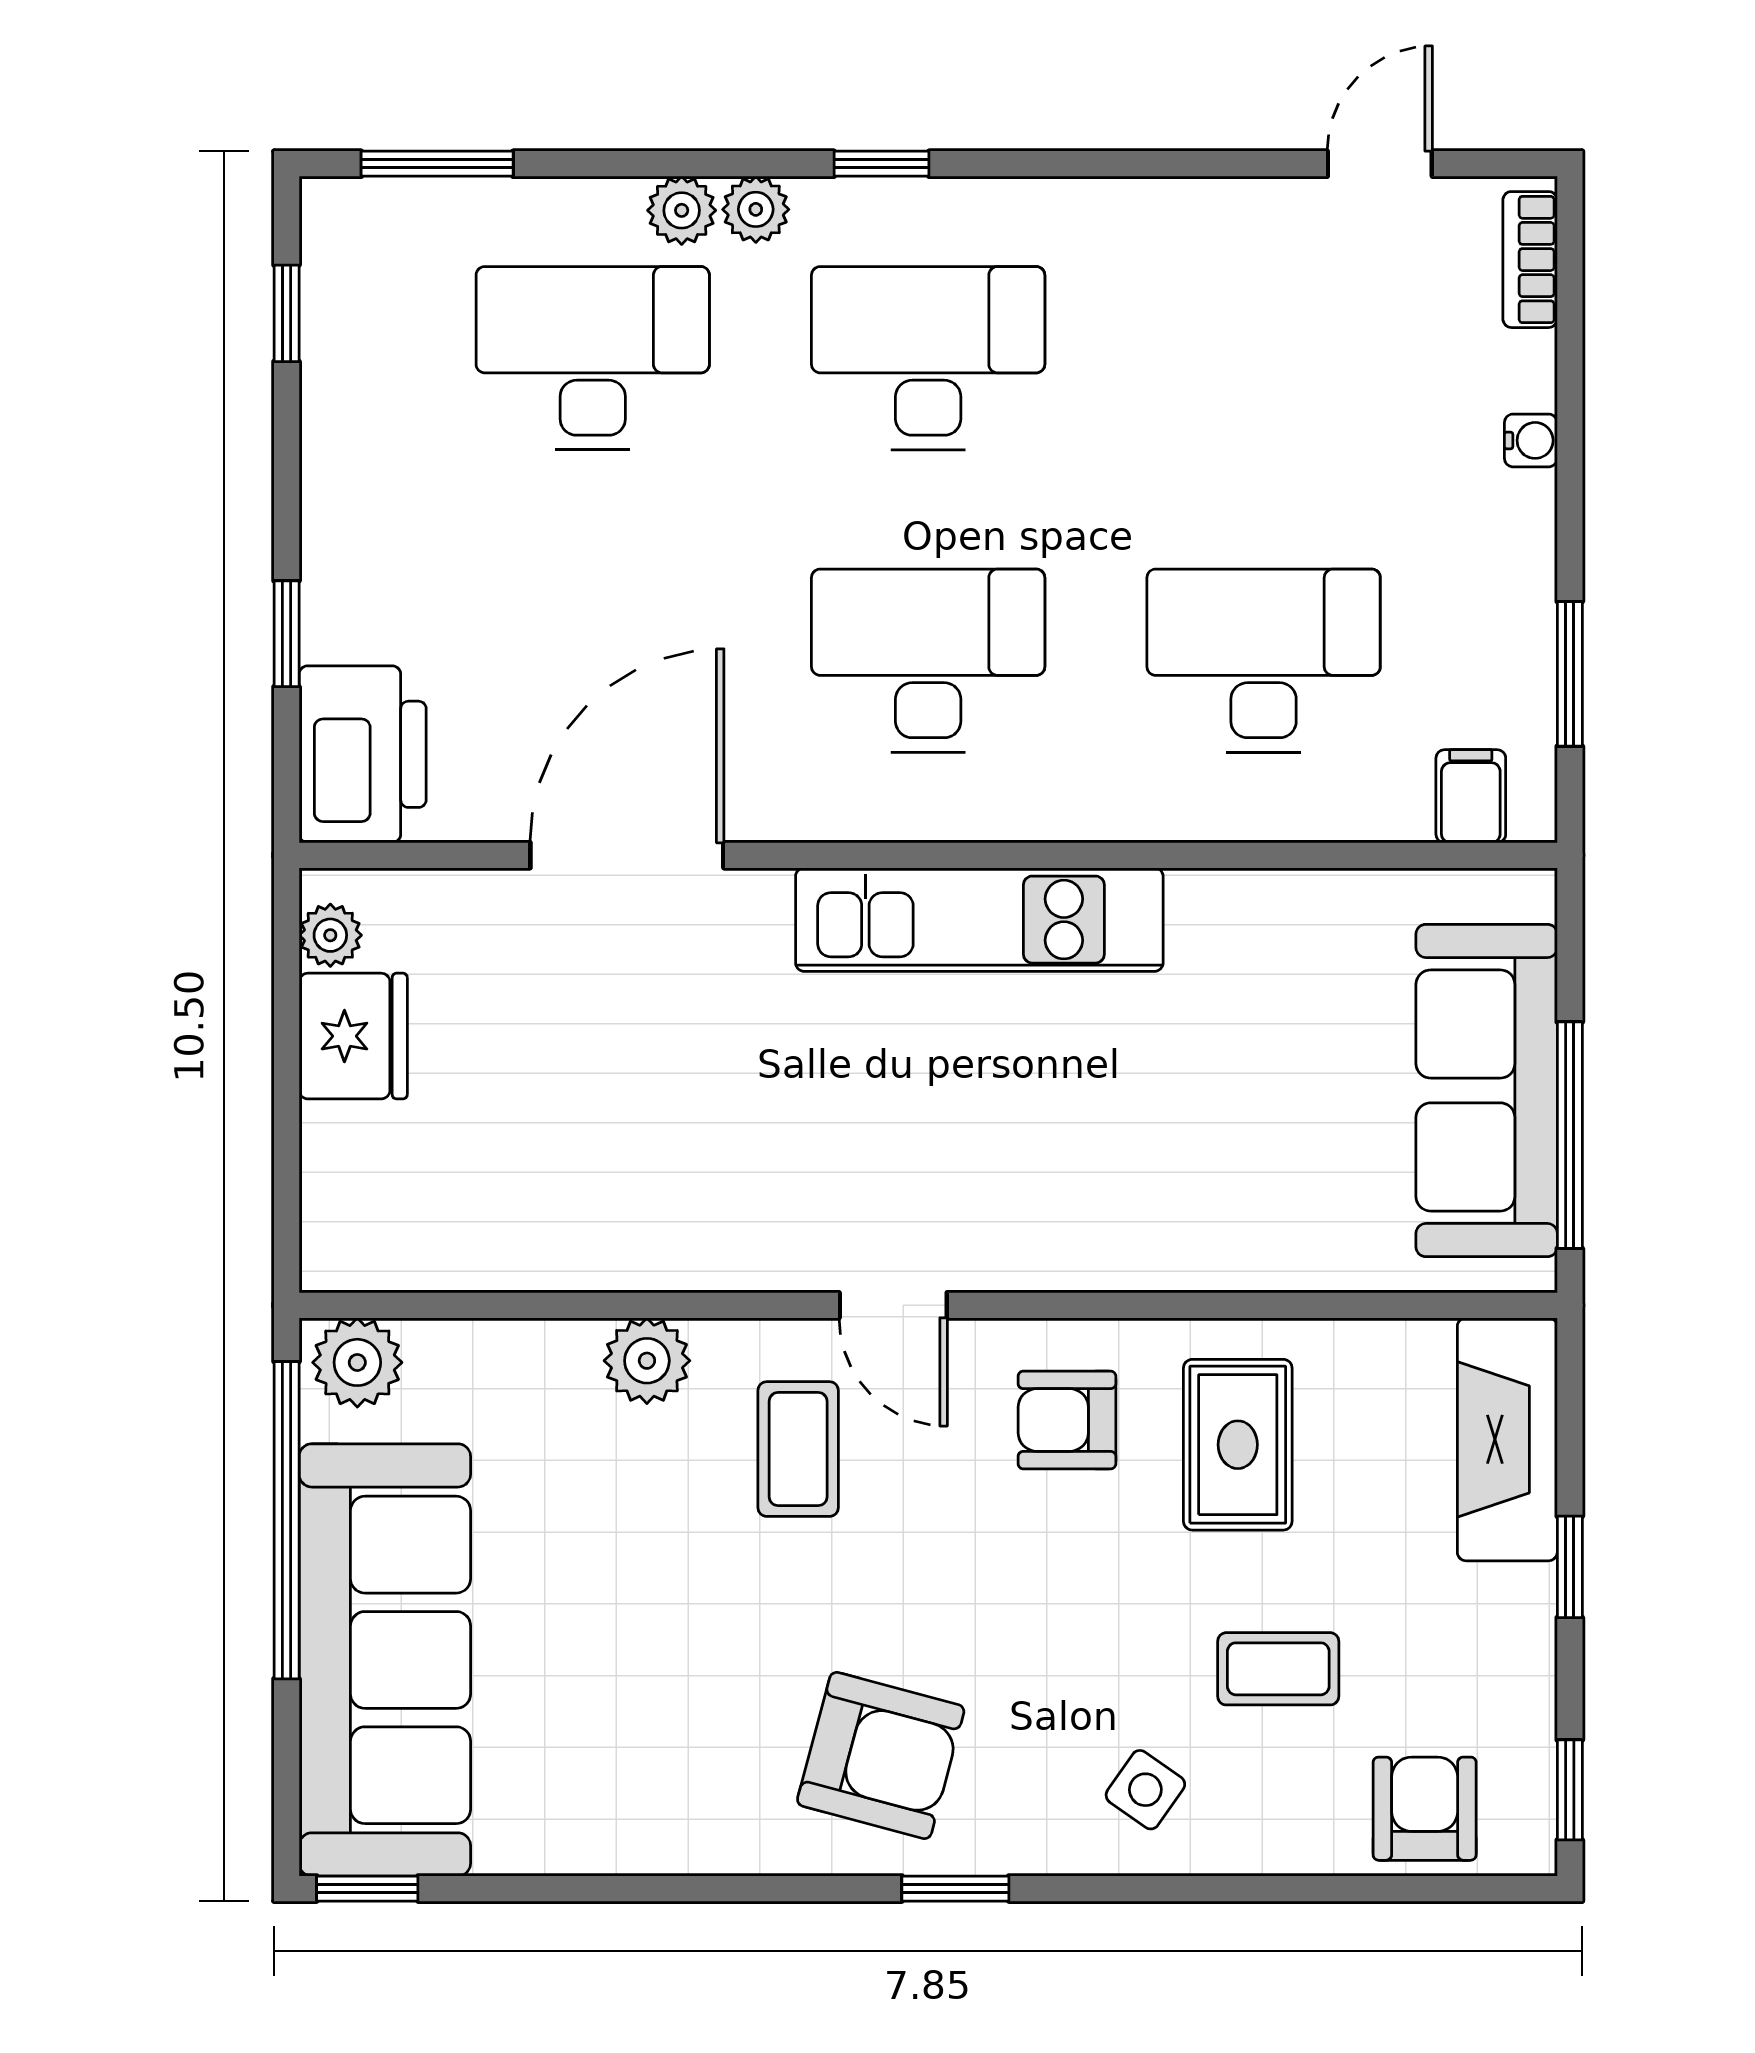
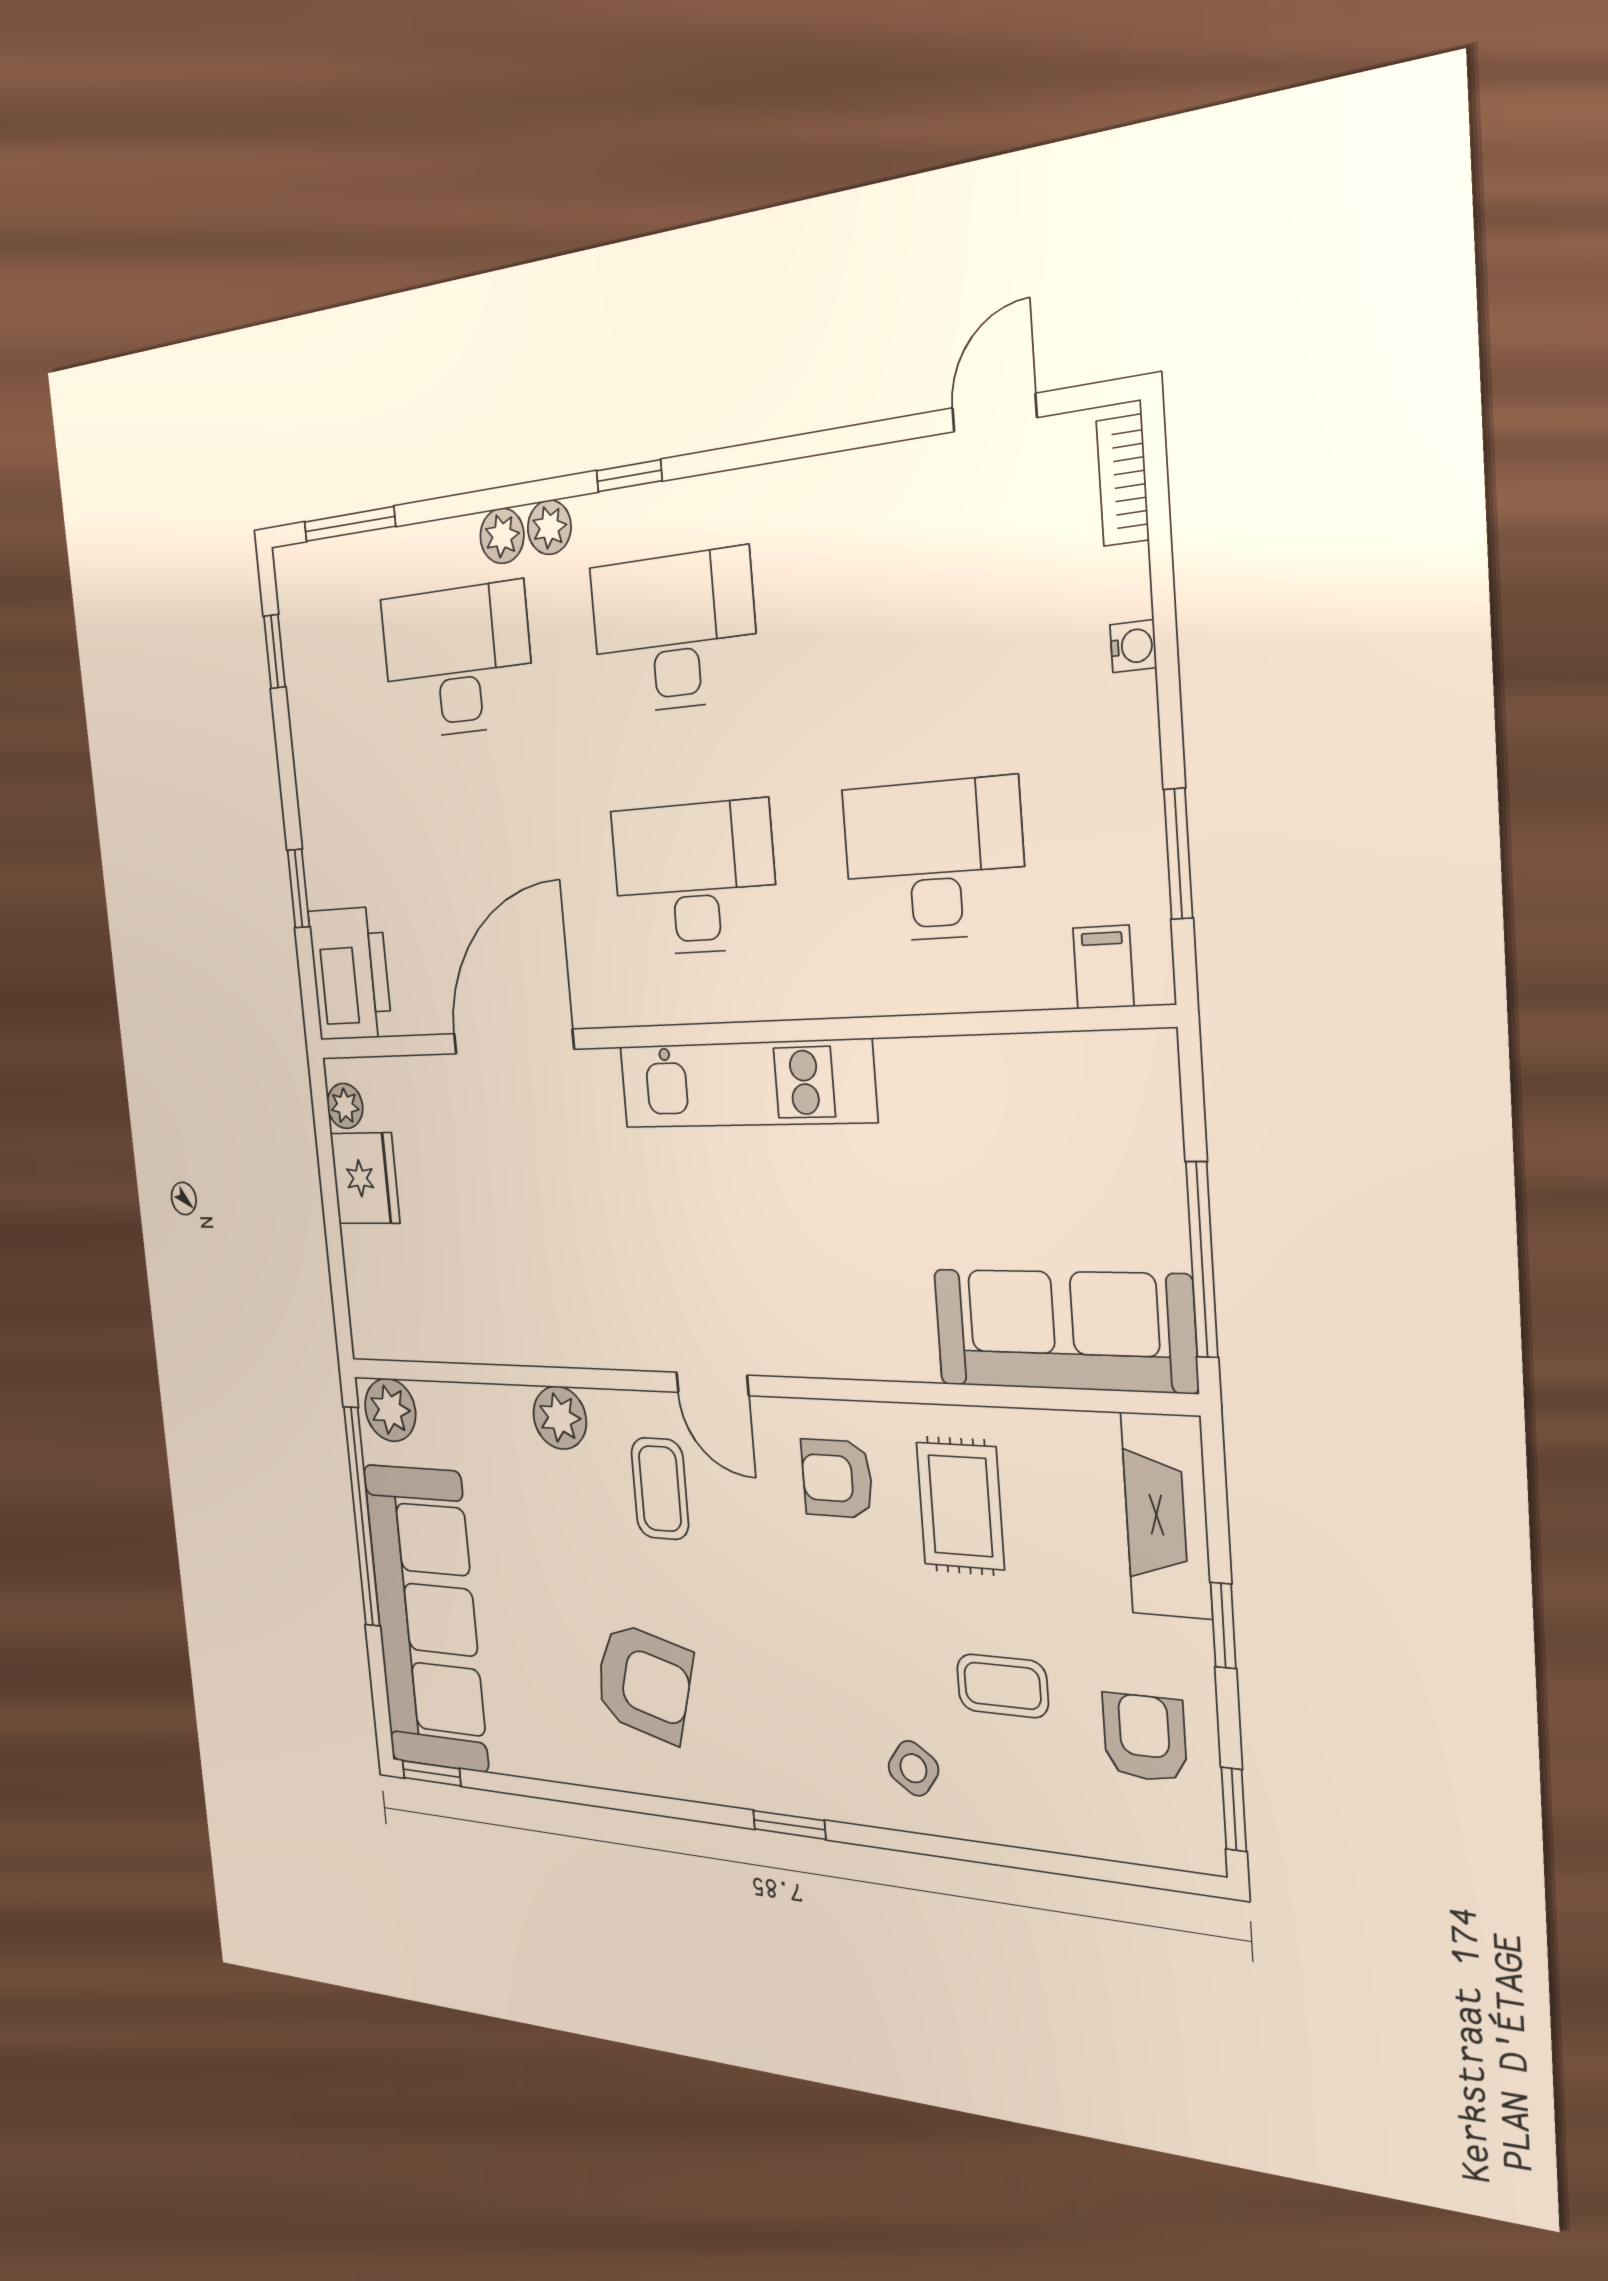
sofa: (1487, 1090) -> (1063, 1330), moved, turned 90
armchair: (881, 1755) -> (644, 1682), moved
armchair: (1425, 1809) -> (1144, 1738), moved

